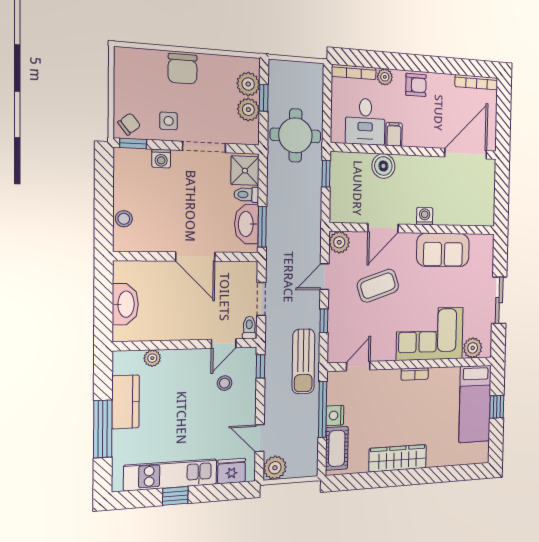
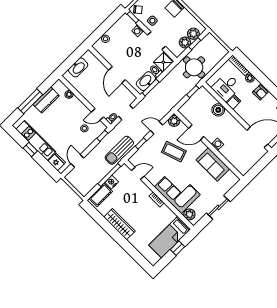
plant: (275, 468) -> (72, 177), removed

